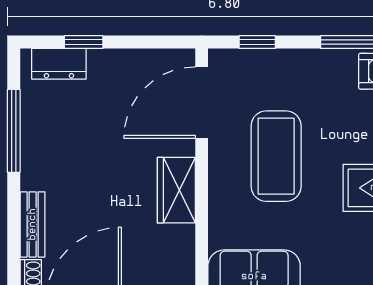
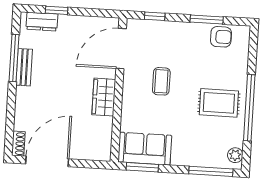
coffee table: (276, 156) -> (161, 81), width x0.54, depth x0.58
bench: (33, 224) -> (24, 67), moved

